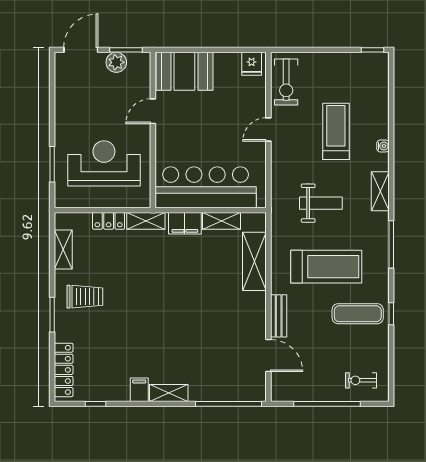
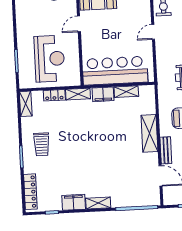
reception desk: (104, 163) -> (49, 59), turned 90
shelving: (63, 249) -> (26, 104), moved
shelving: (254, 261) -> (149, 133), moved
trolley: (85, 297) -> (42, 144), turned 90
filing cabinet: (139, 390) -> (74, 202), width x2.00

